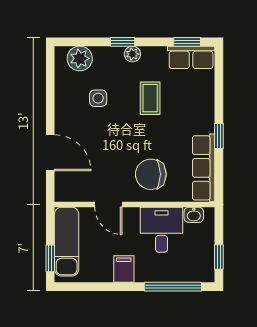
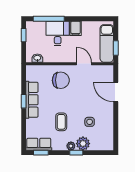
plant: (80, 58) -> (83, 144), moved
row of seats: (204, 168) -> (32, 100), moved
desk: (162, 230) -> (58, 34), moved, turned 180
window: (50, 258) -> (116, 48), moved

